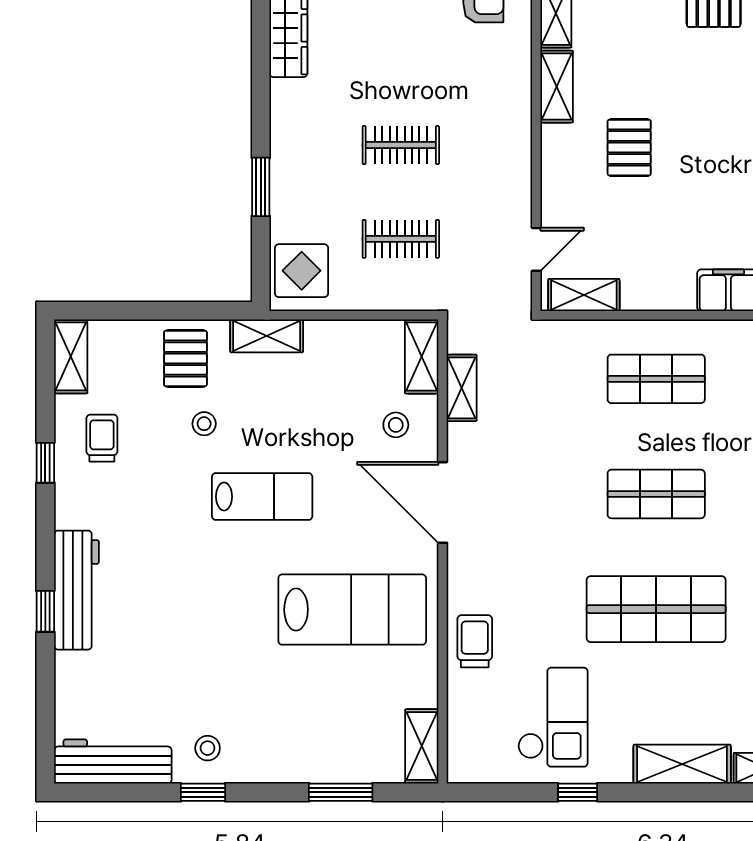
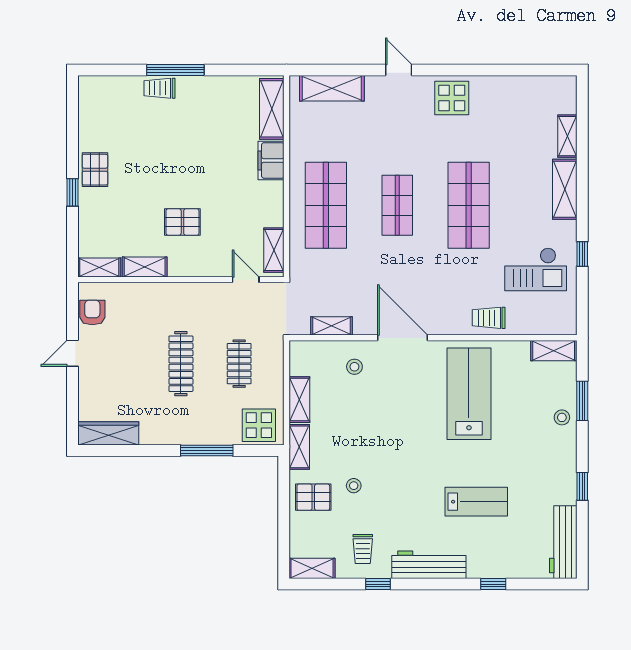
clothes rail: (401, 145) -> (181, 364), width x1.36
window: (261, 187) -> (207, 450), width x1.44
shelving: (422, 356) -> (299, 400), moved, turned 90
shop shelf: (656, 379) -> (326, 205), width x1.43, depth x1.36
trolley: (102, 438) -> (363, 549), turned -90
lab bench: (262, 496) -> (476, 502), moved, turned 90
door: (442, 502) -> (403, 338), swing flipped
workbench: (76, 590) -> (429, 565), moved
window: (45, 611) -> (493, 584), moved
checkout: (553, 717) -> (536, 269), turned 180
stool: (208, 748) -> (562, 417), moved

